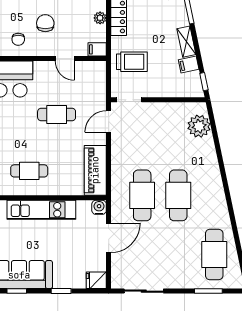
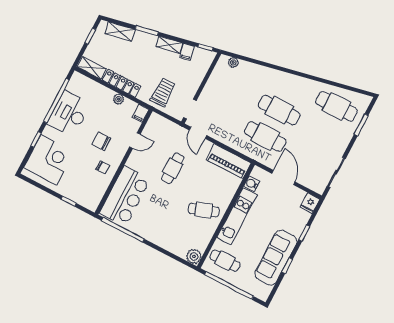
plant: (199, 126) -> (233, 62), width x0.53, depth x0.53
cafe table: (29, 171) -> (204, 210), turned 71
water cooler: (99, 207) -> (252, 184), moved

